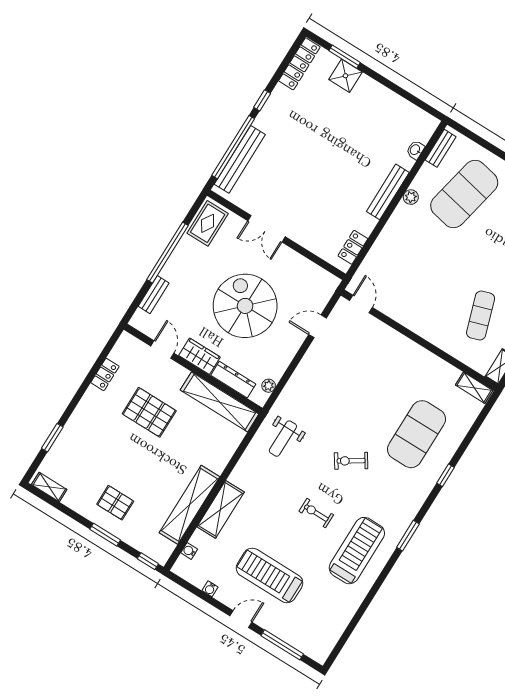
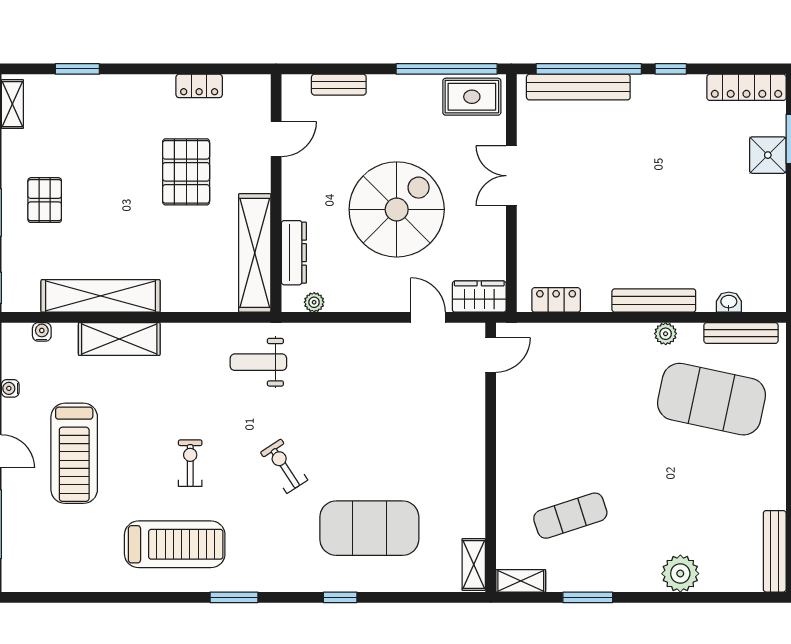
bench: (441, 148) -> (741, 333), width x1.36
window: (167, 253) -> (447, 69), moved
wardrobe: (200, 356) -> (479, 297), moved, turned -90
treadmill: (270, 575) -> (74, 453), turned 180

